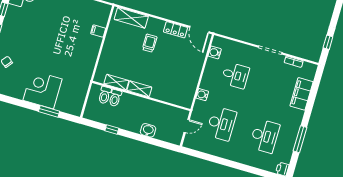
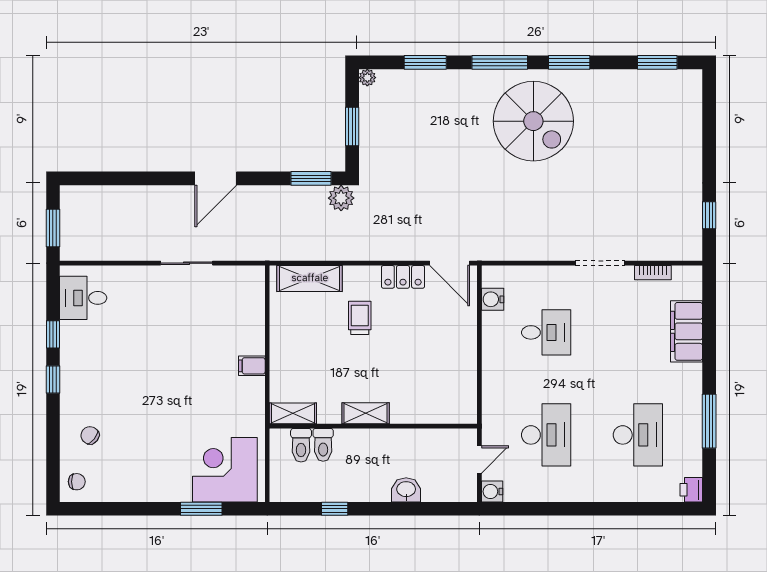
filing cabinet: (98, 31) -> (252, 366), moved
shelving: (116, 82) -> (293, 413), moved
corner desk: (42, 90) -> (225, 470), moved
water cooler: (202, 95) -> (492, 491), moved

